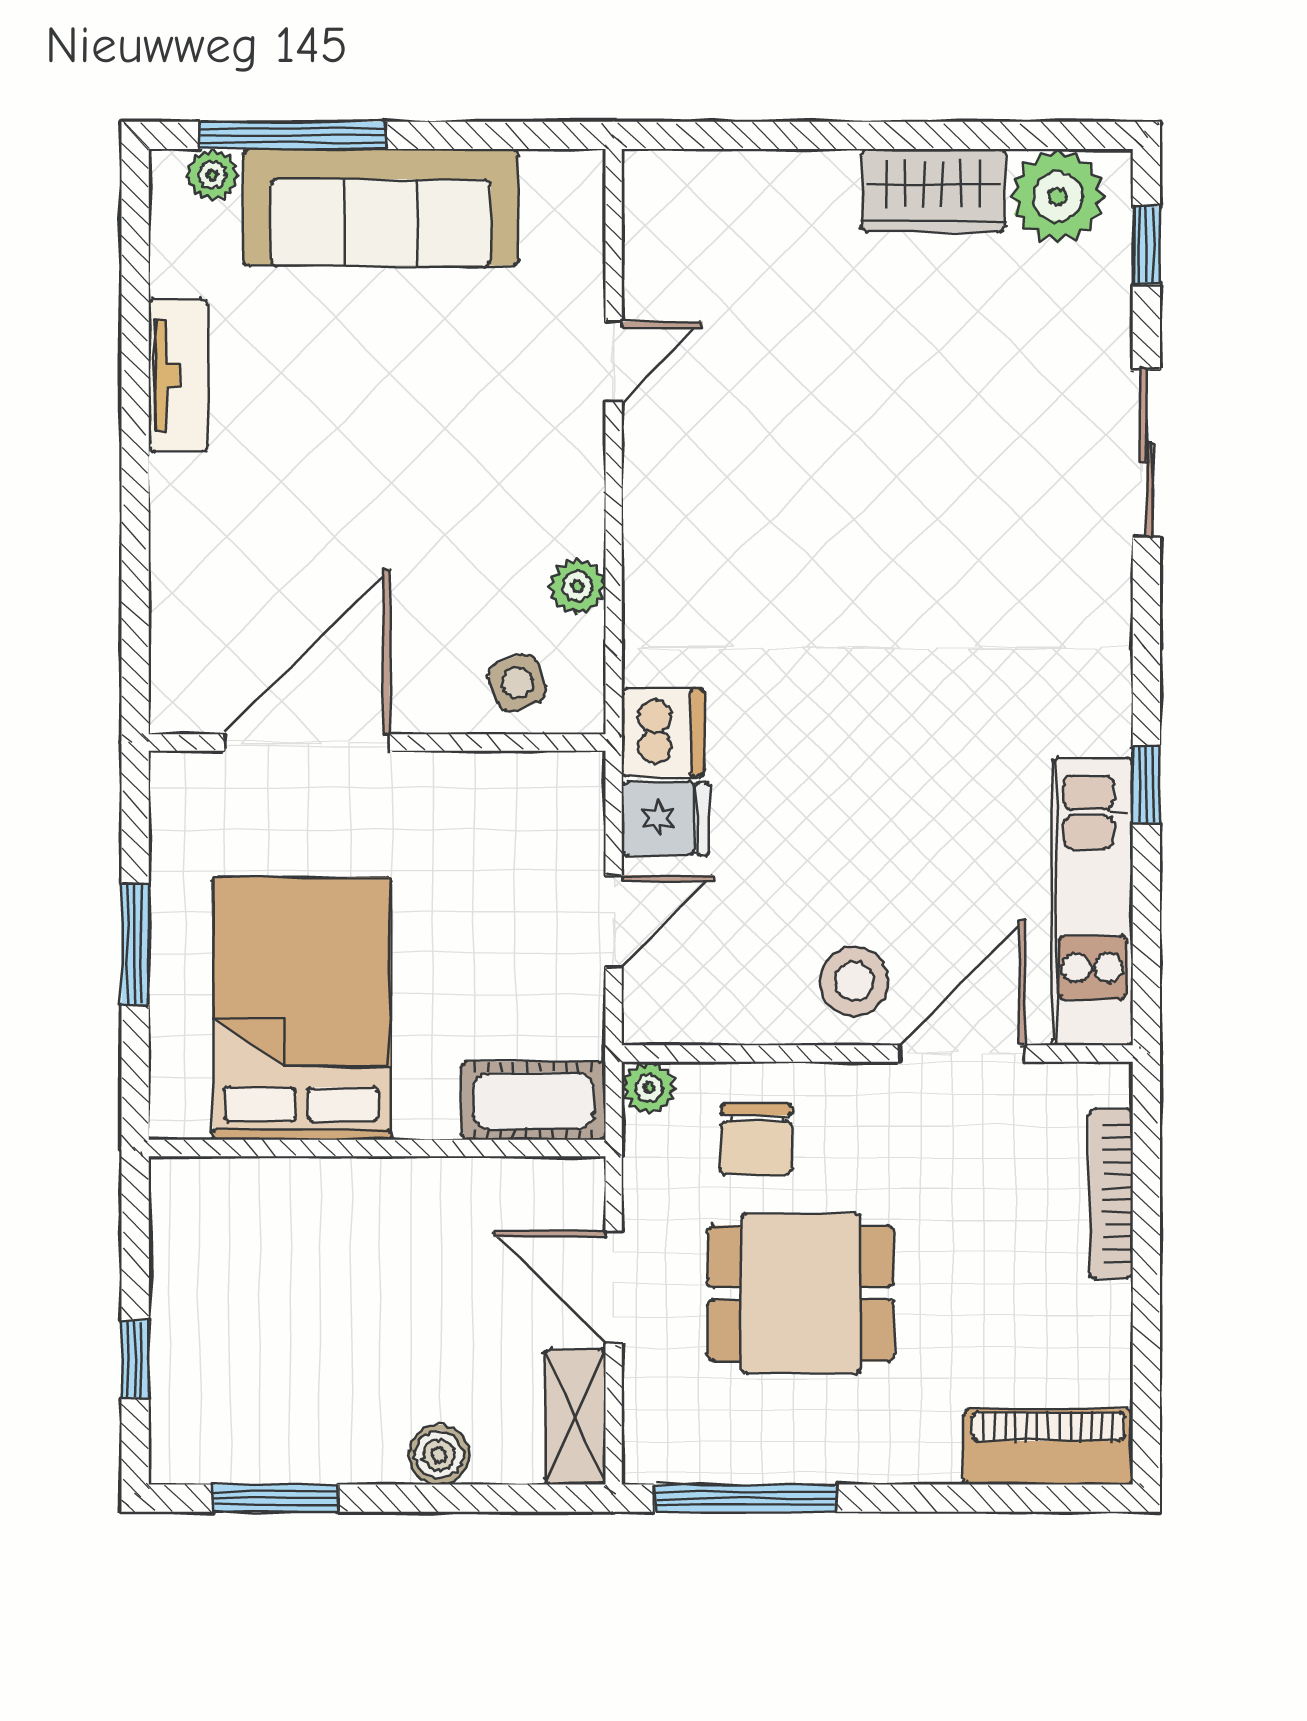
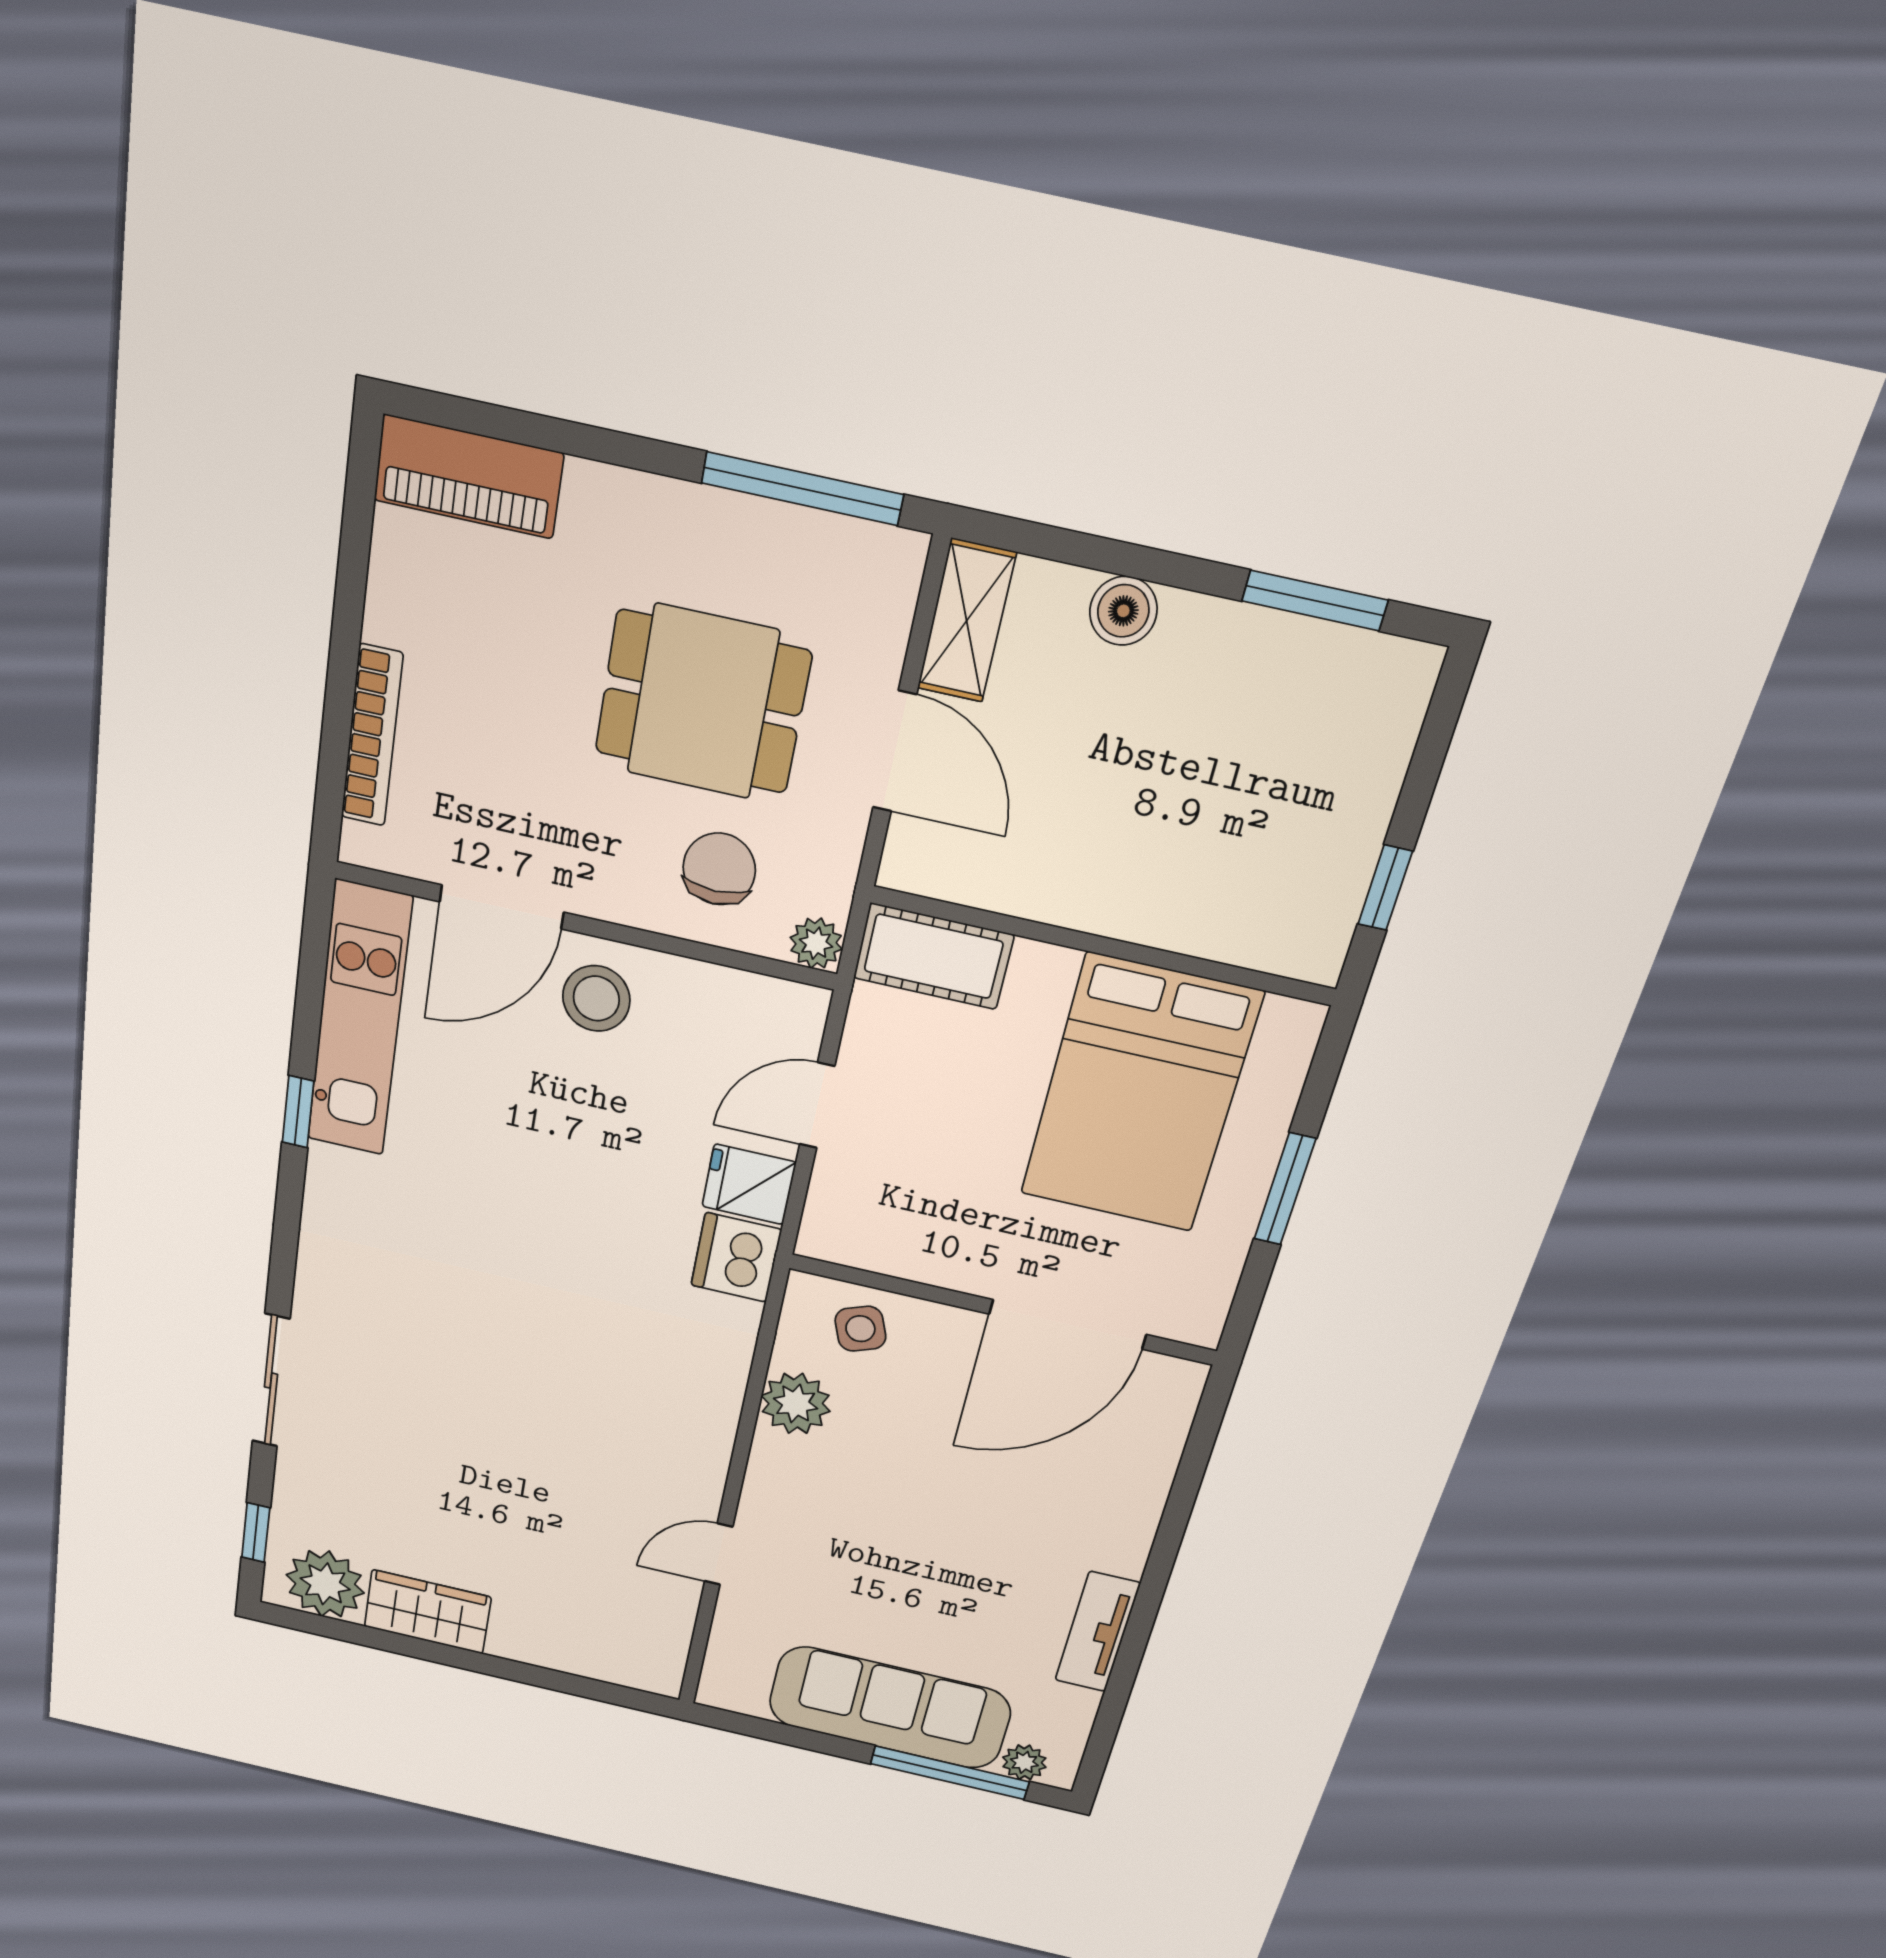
plant: (577, 586) -> (796, 1403), width x1.38, depth x1.38
window: (135, 1359) -> (1385, 888), moved

